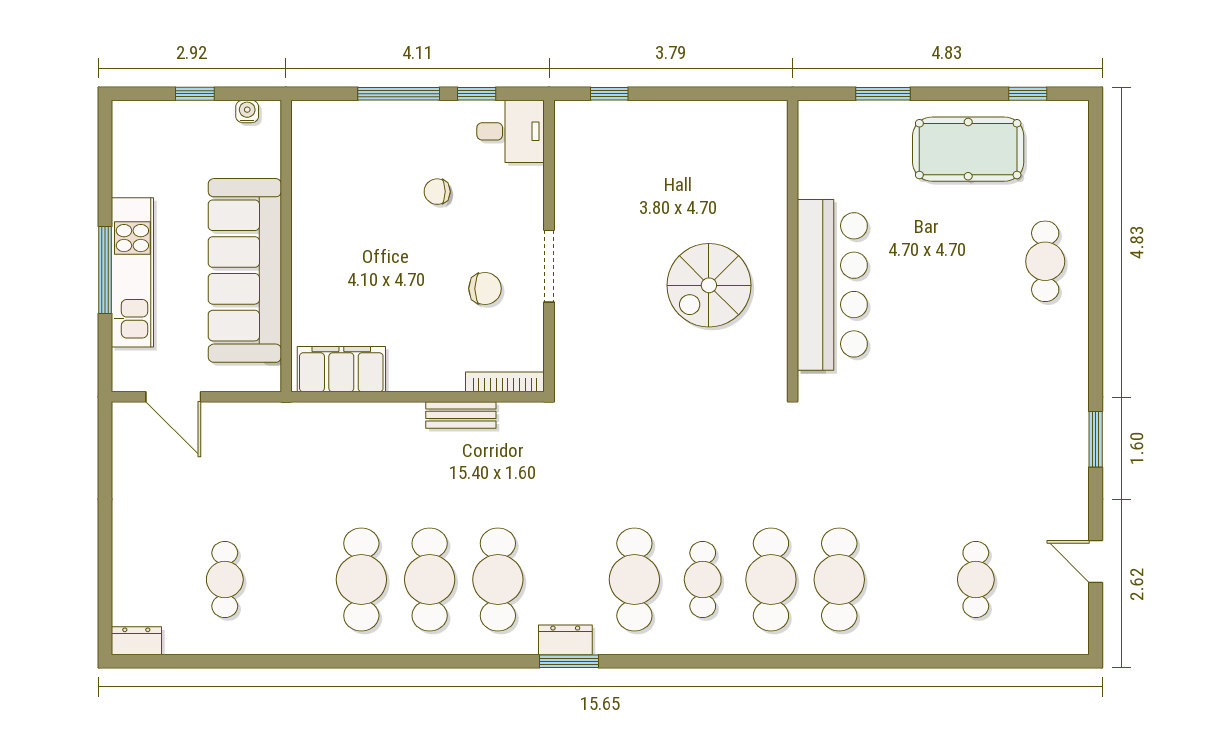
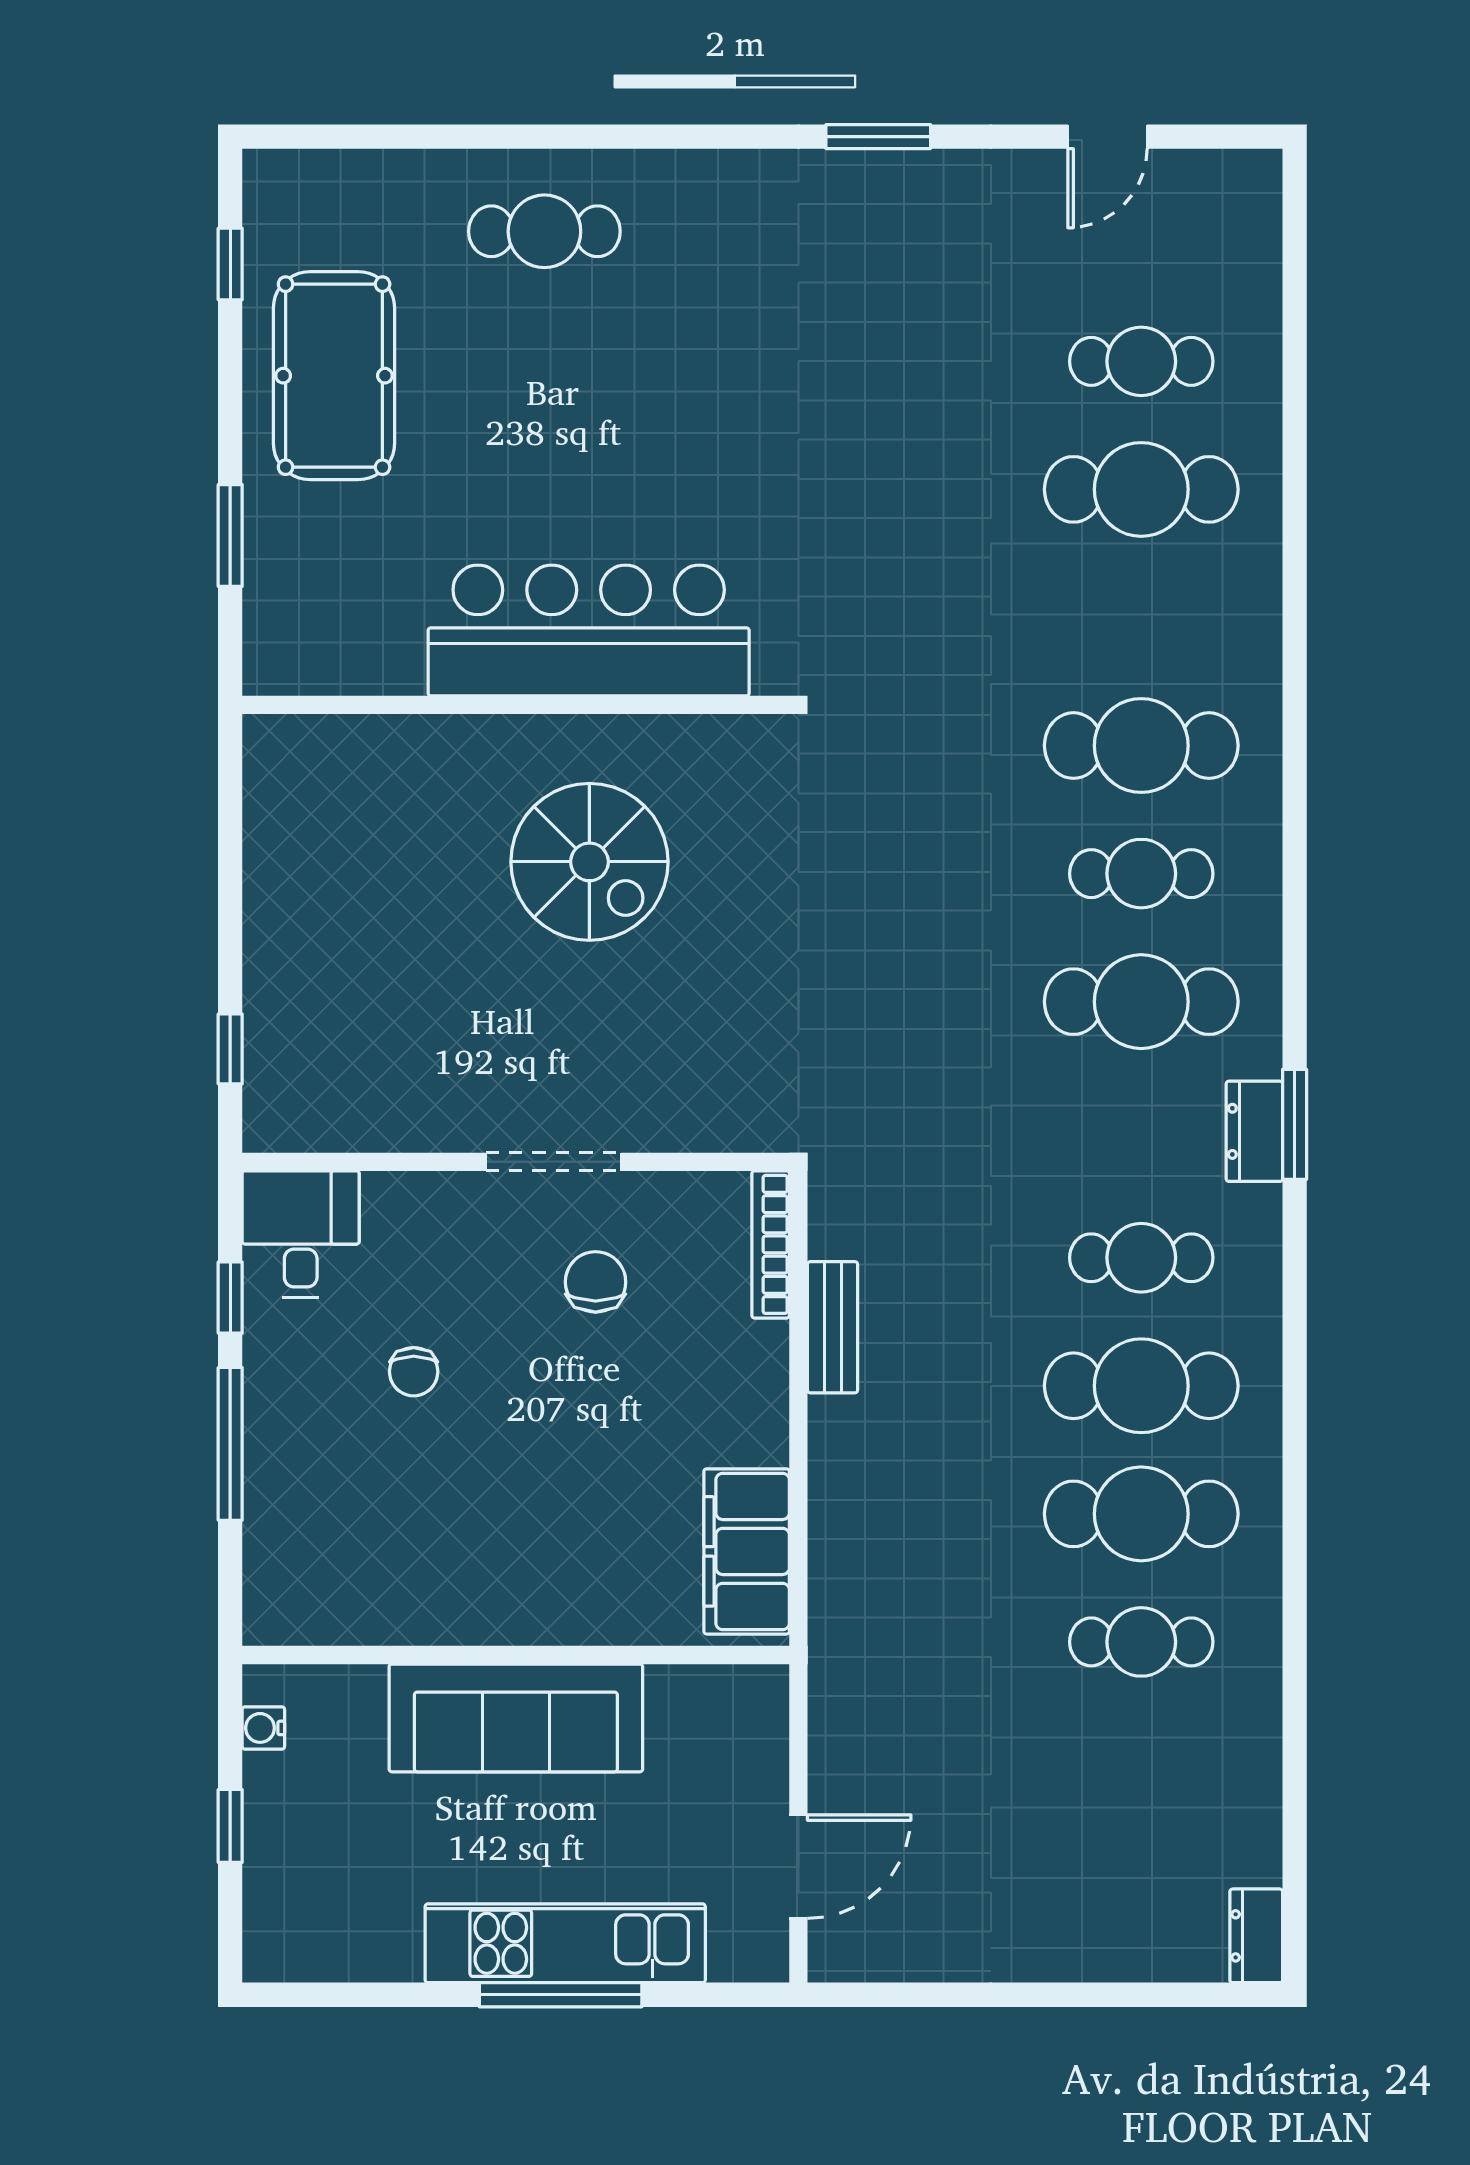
sofa: (245, 270) -> (516, 1718), width x0.74, depth x0.79
cafe table: (225, 580) -> (1141, 1642), moved
cafe table: (498, 580) -> (1141, 1258), width x0.73, depth x0.74
cafe table: (839, 580) -> (1141, 489), moved

